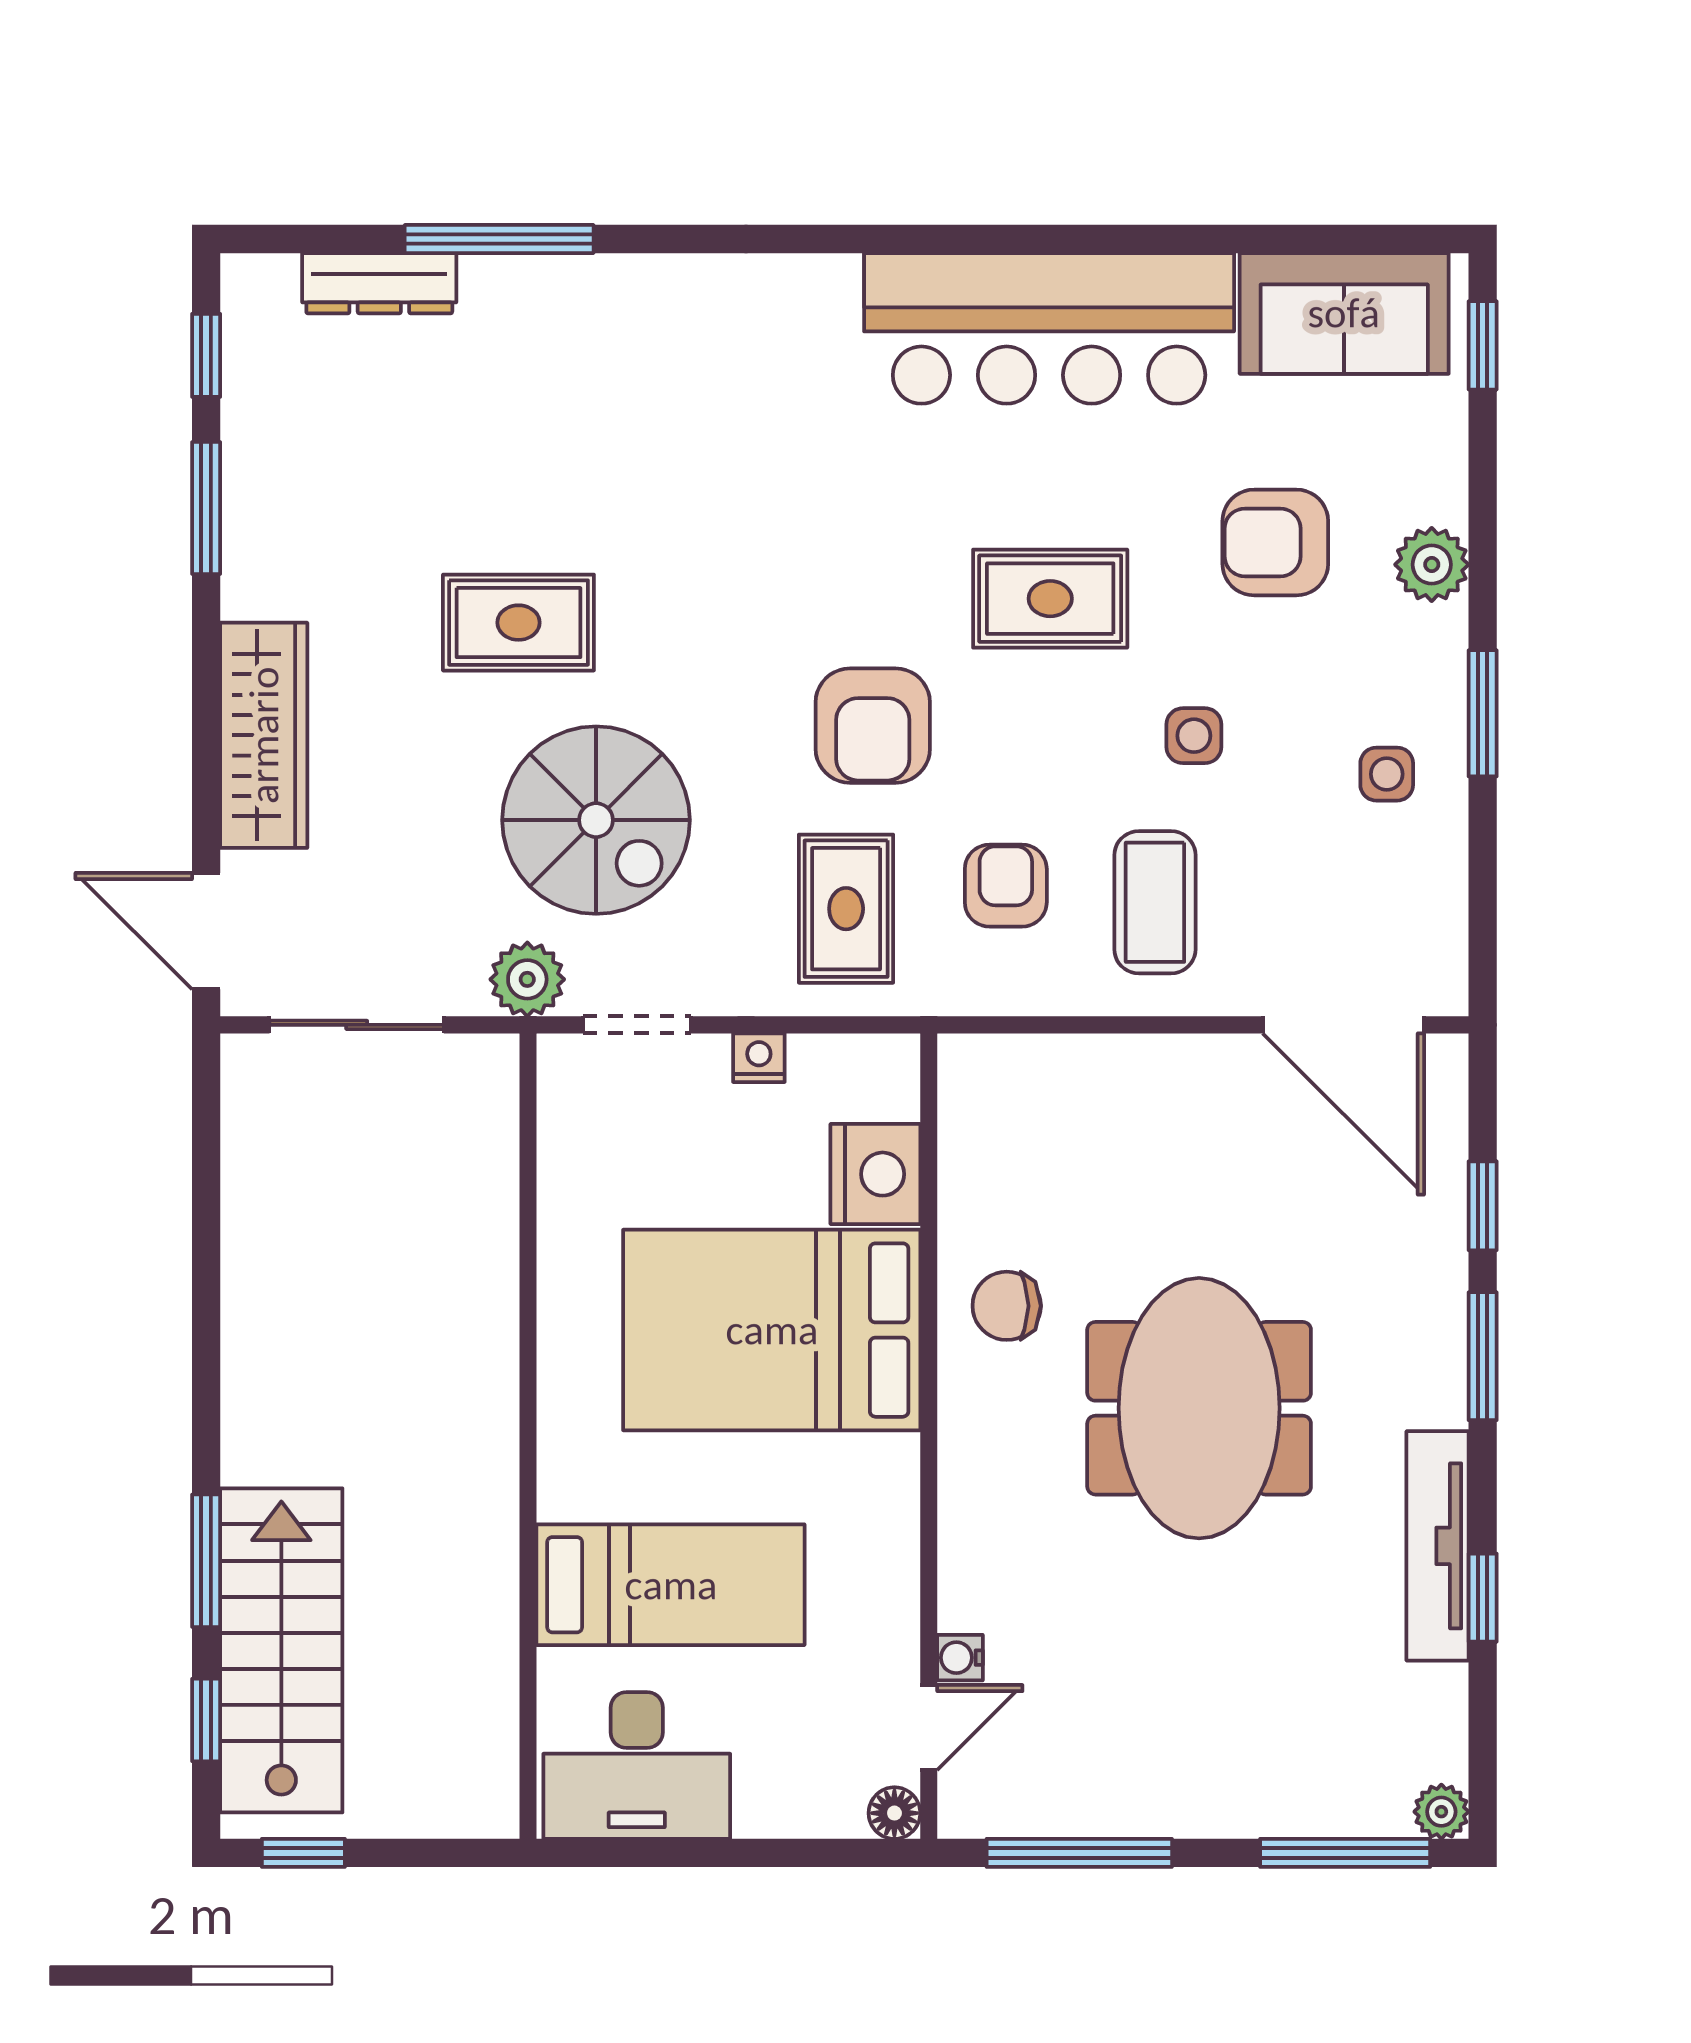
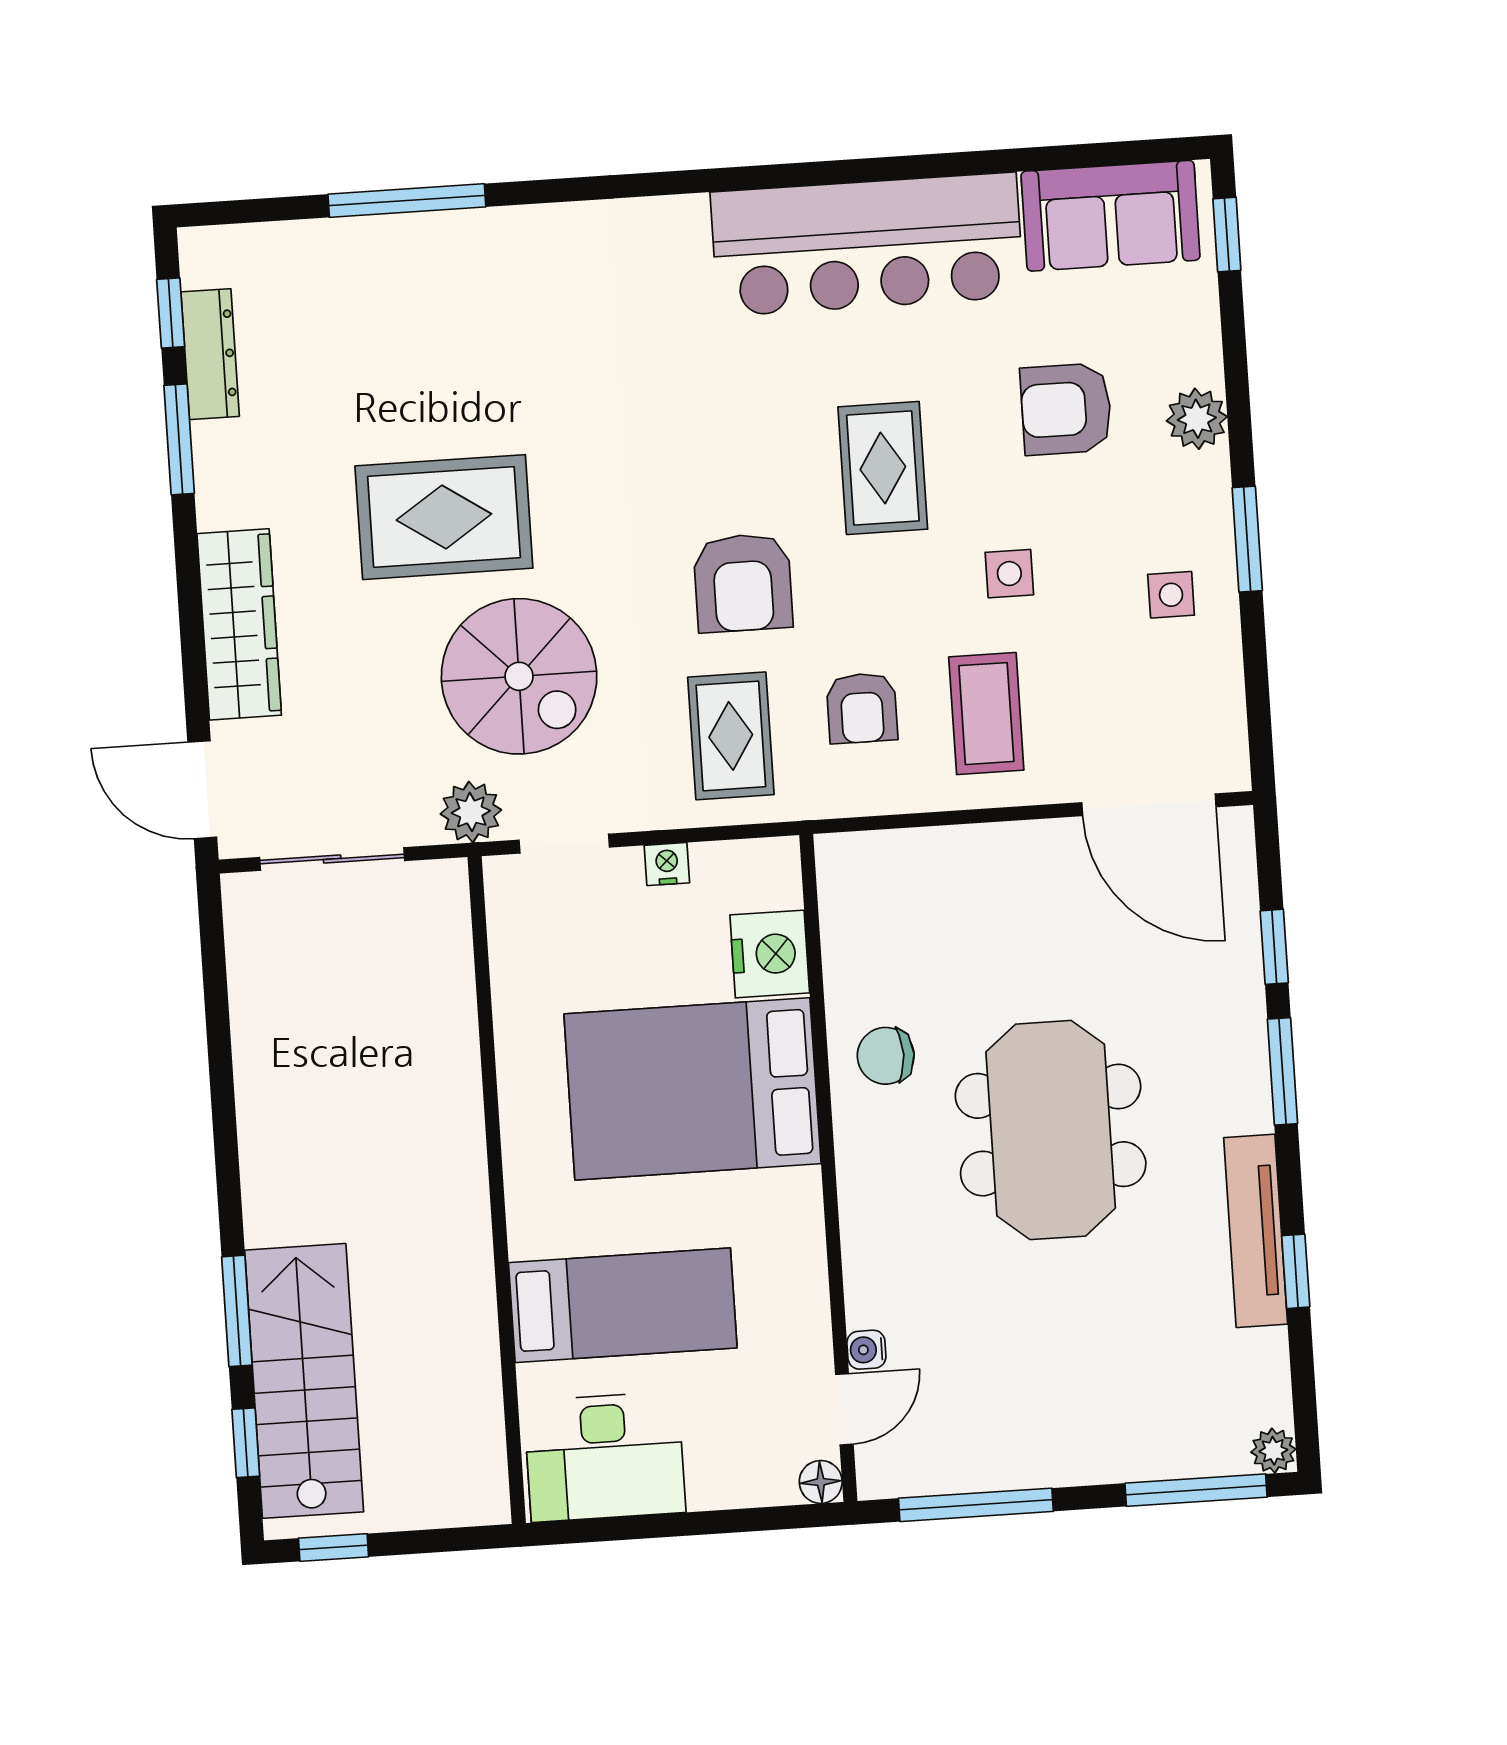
dresser: (379, 283) -> (210, 354), moved, turned -90
rug: (1050, 599) -> (883, 468), turned 90
rug: (518, 623) -> (444, 517), width x1.36, depth x1.43
armchair: (1006, 886) -> (862, 708), turned 180

